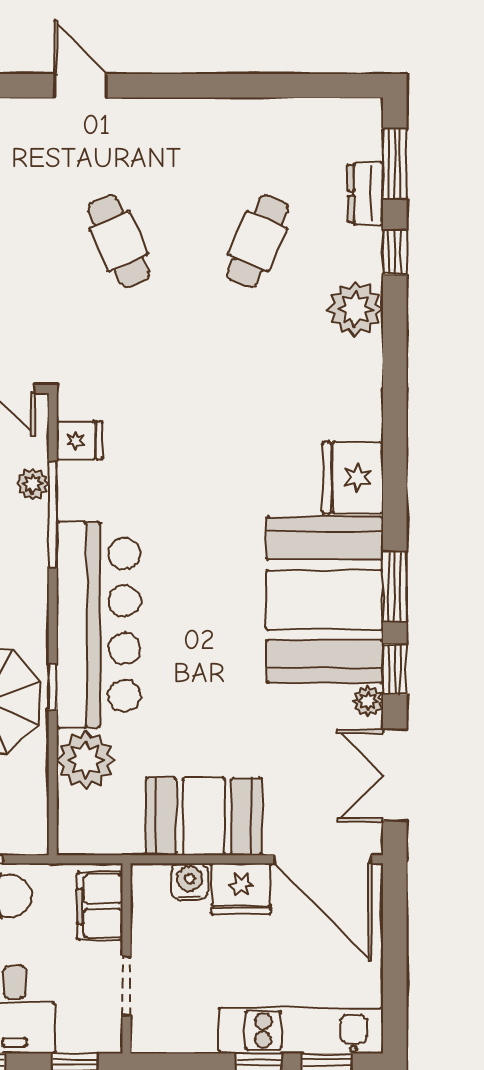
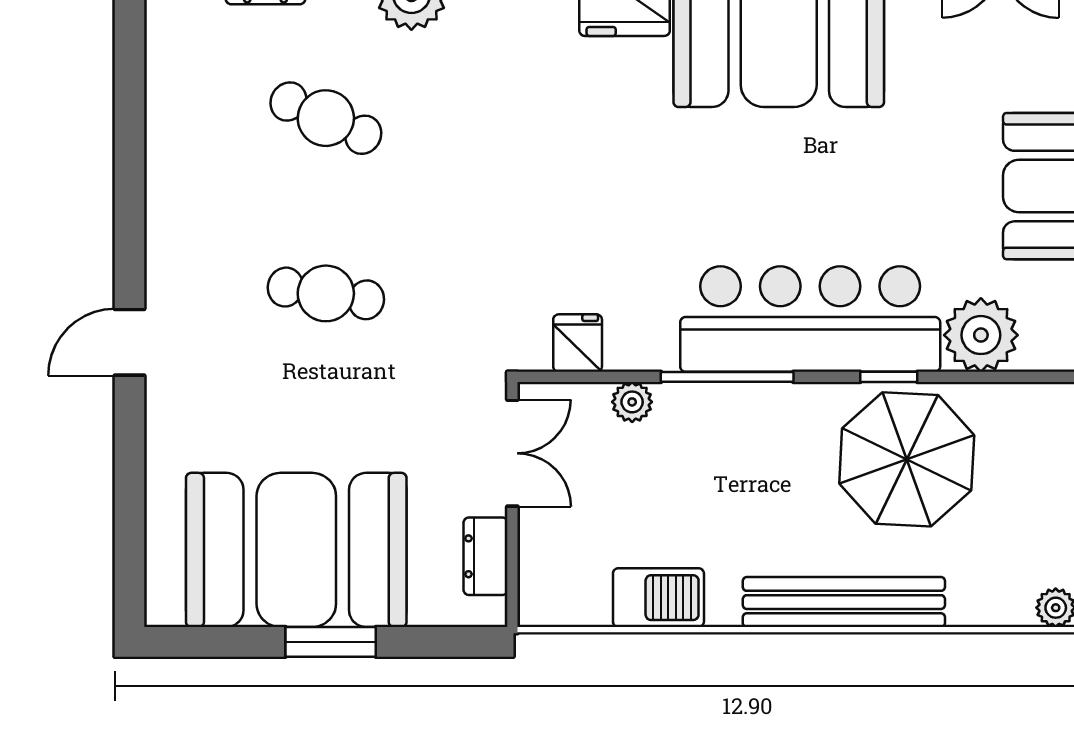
cafe table: (119, 241) -> (326, 293), turned 33
window: (53, 515) -> (727, 377), moved

